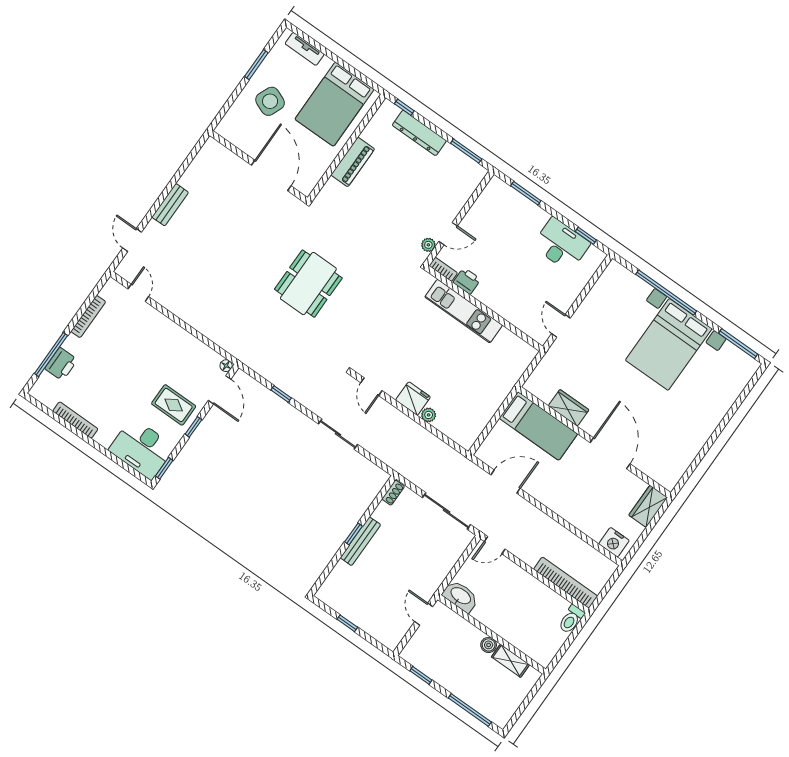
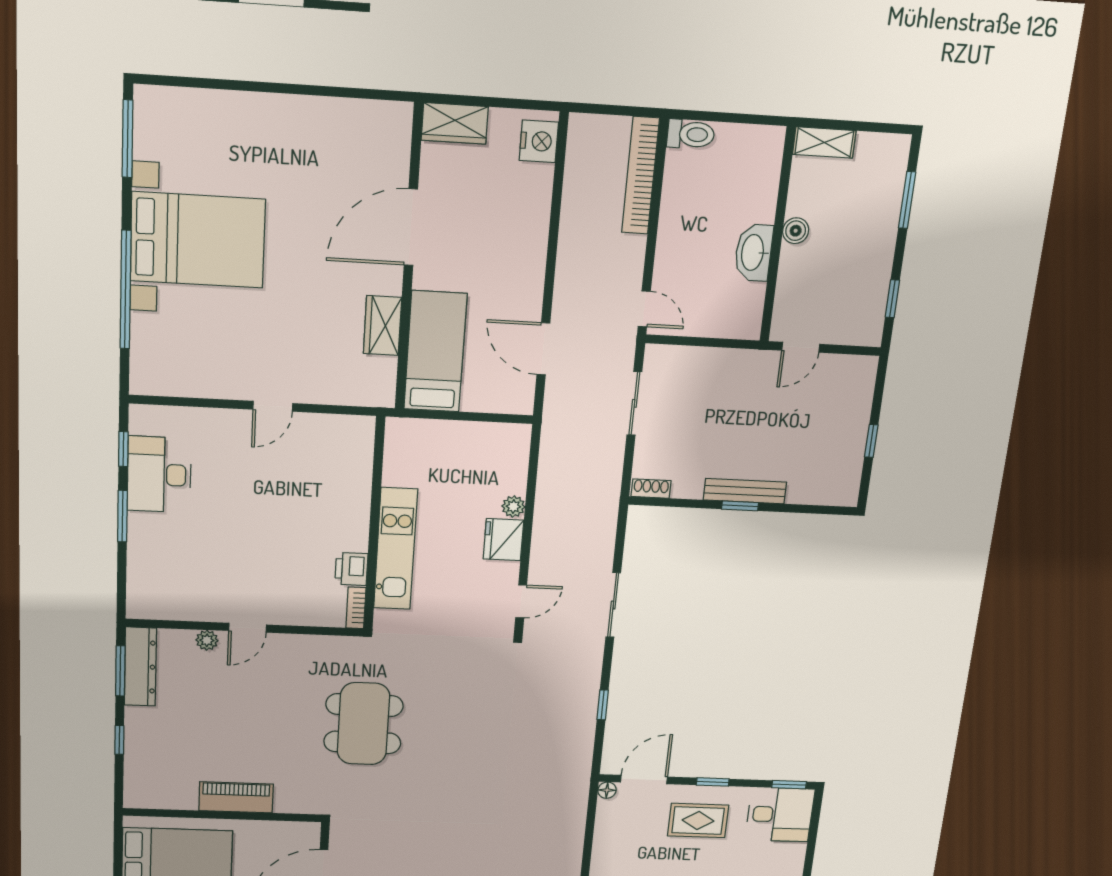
window: (404, 107) -> (119, 740), moved
dresser: (419, 133) -> (140, 667), moved
window: (526, 193) -> (122, 516), moved
door: (448, 234) -> (248, 628), swing flipped
plant: (428, 245) -> (207, 640), moved
bookcase: (443, 269) -> (356, 608), moved
printer: (467, 281) -> (351, 569), moved
dining table: (308, 284) -> (363, 724), moved, turned 90
wall: (484, 308) -> (374, 525), moved
kitchen unit: (464, 311) -> (396, 549), moved
rug: (174, 405) -> (698, 820), turned 90
desk: (142, 448) -> (780, 815), width x0.73
sliding door: (447, 511) -> (634, 403), width x0.73
washbasin: (460, 596) -> (753, 253), moved
shelving: (510, 661) -> (824, 142), moved, turned 90
window: (470, 710) -> (907, 200), width x0.69

